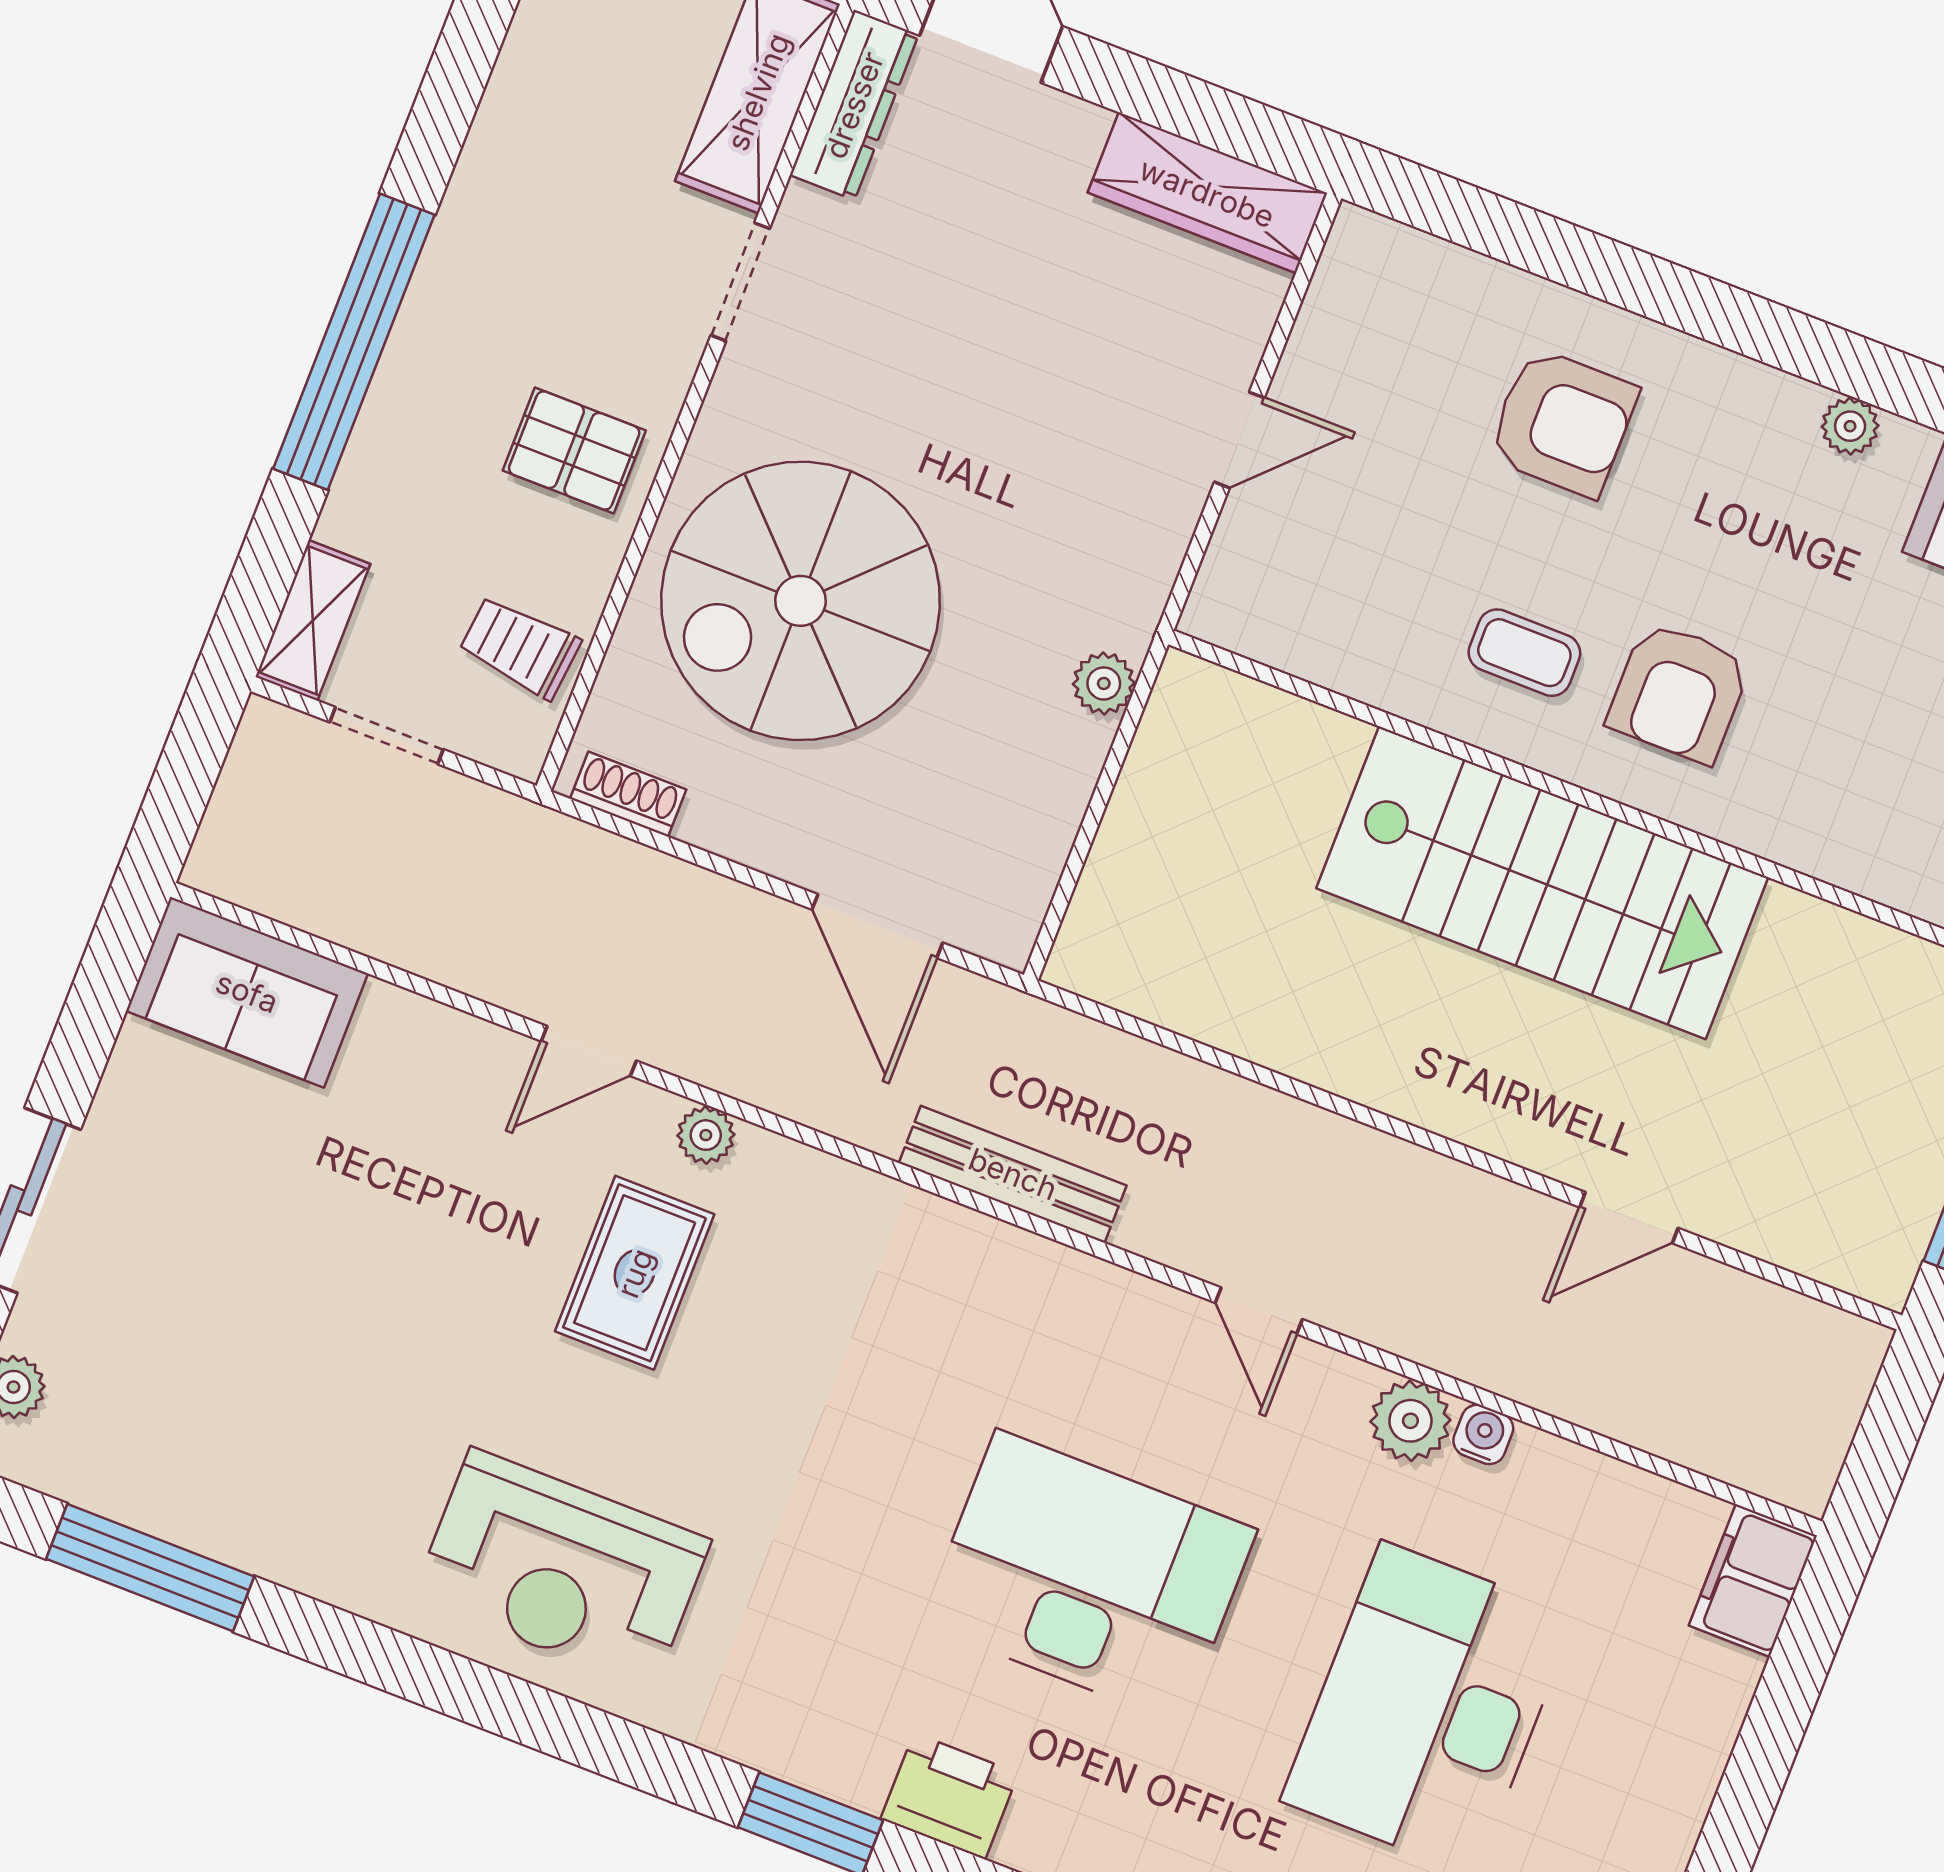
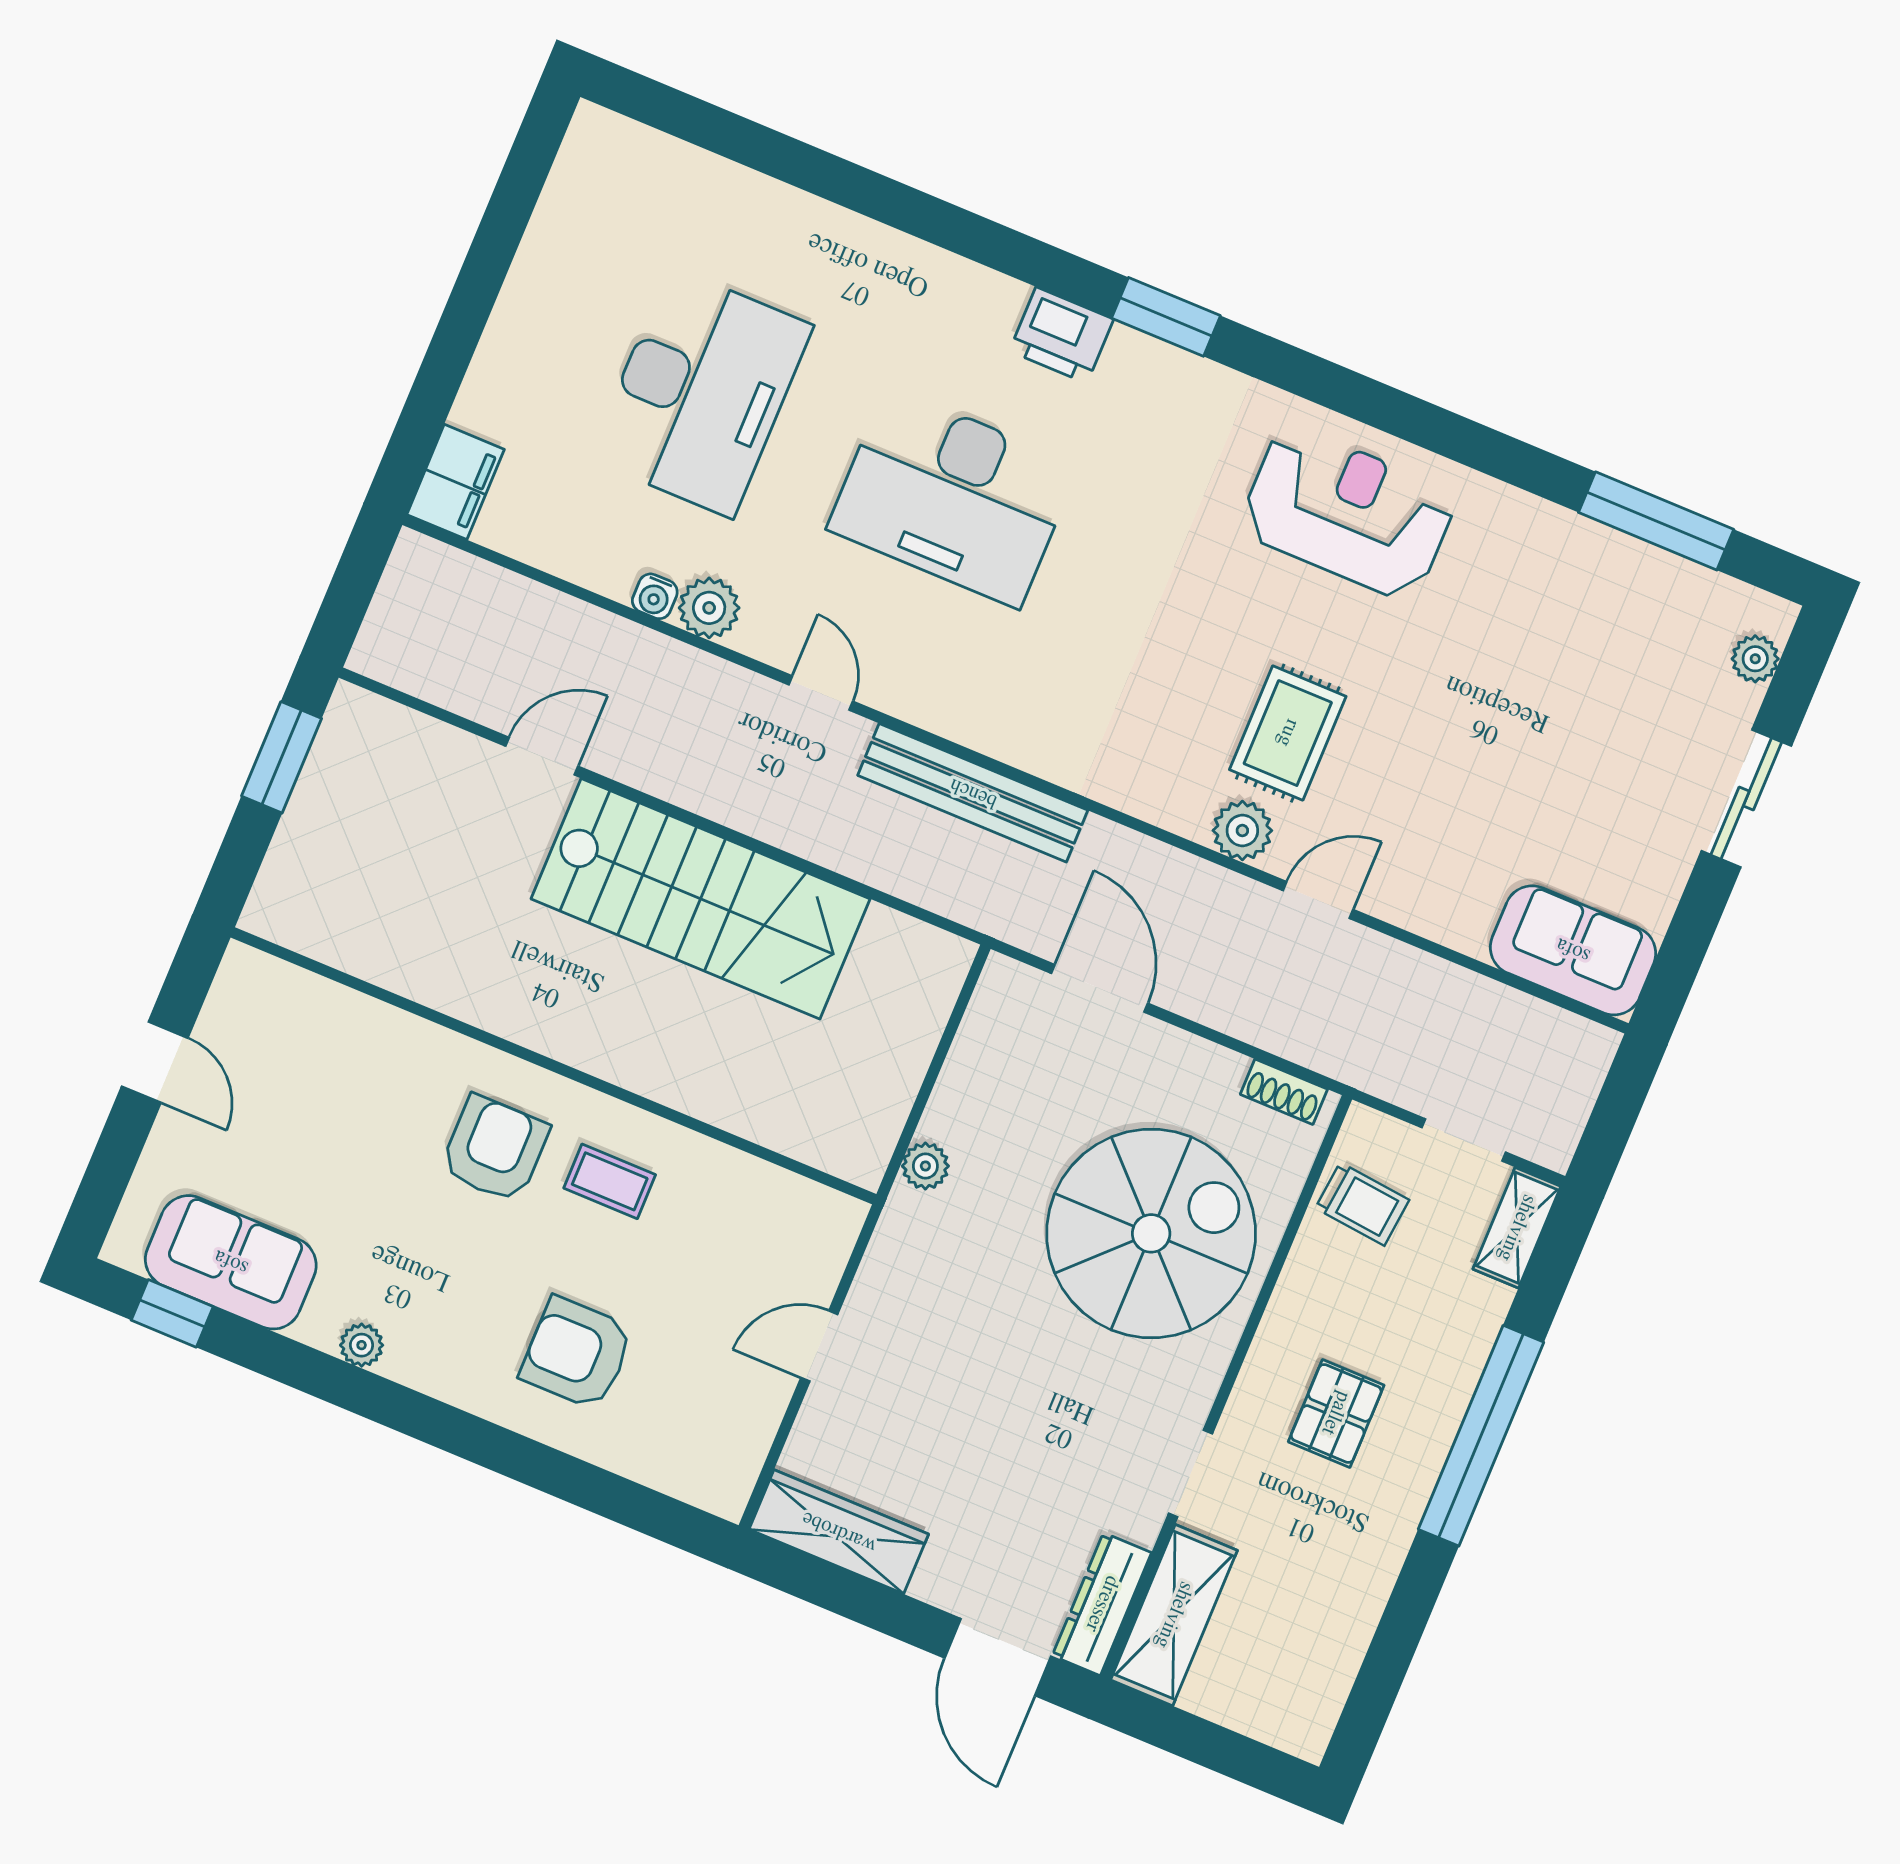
pallet: (574, 451) -> (1336, 1413), moved, turned 90
stairs: (1542, 883) -> (701, 899), moved, turned 180
plant: (706, 1135) -> (1242, 831), width x1.38, depth x1.38
bench: (1013, 1174) -> (973, 793), width x1.37, depth x1.21

